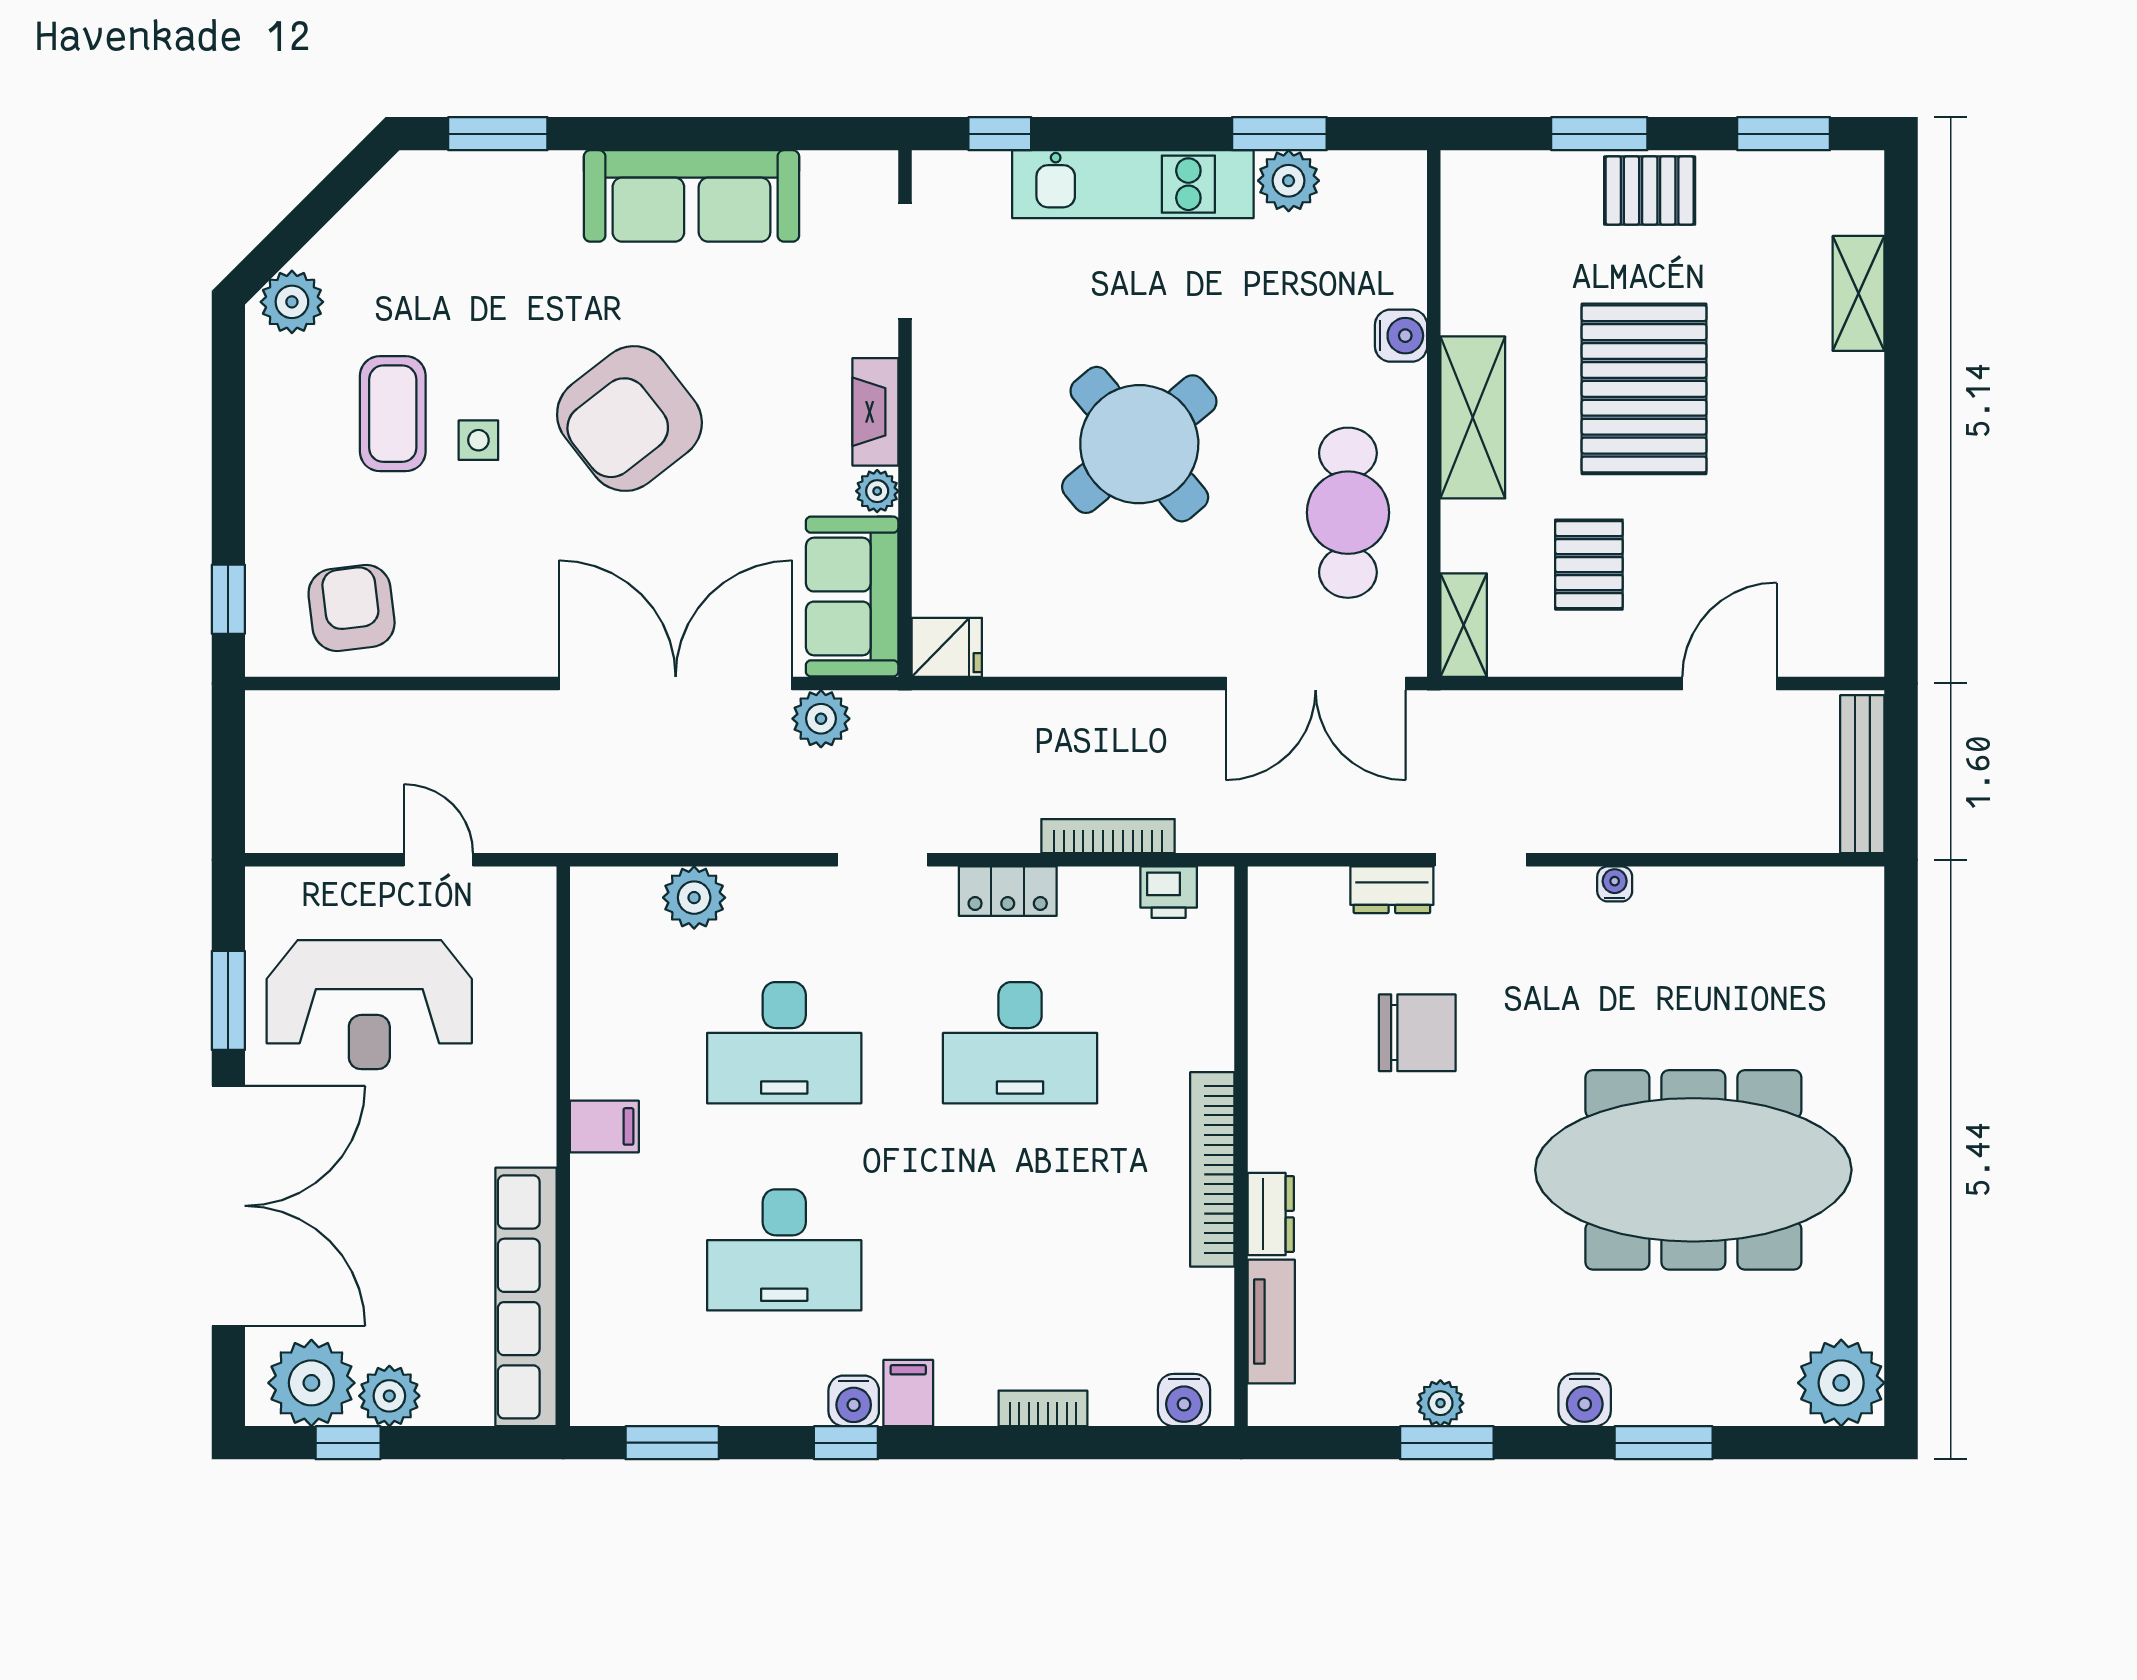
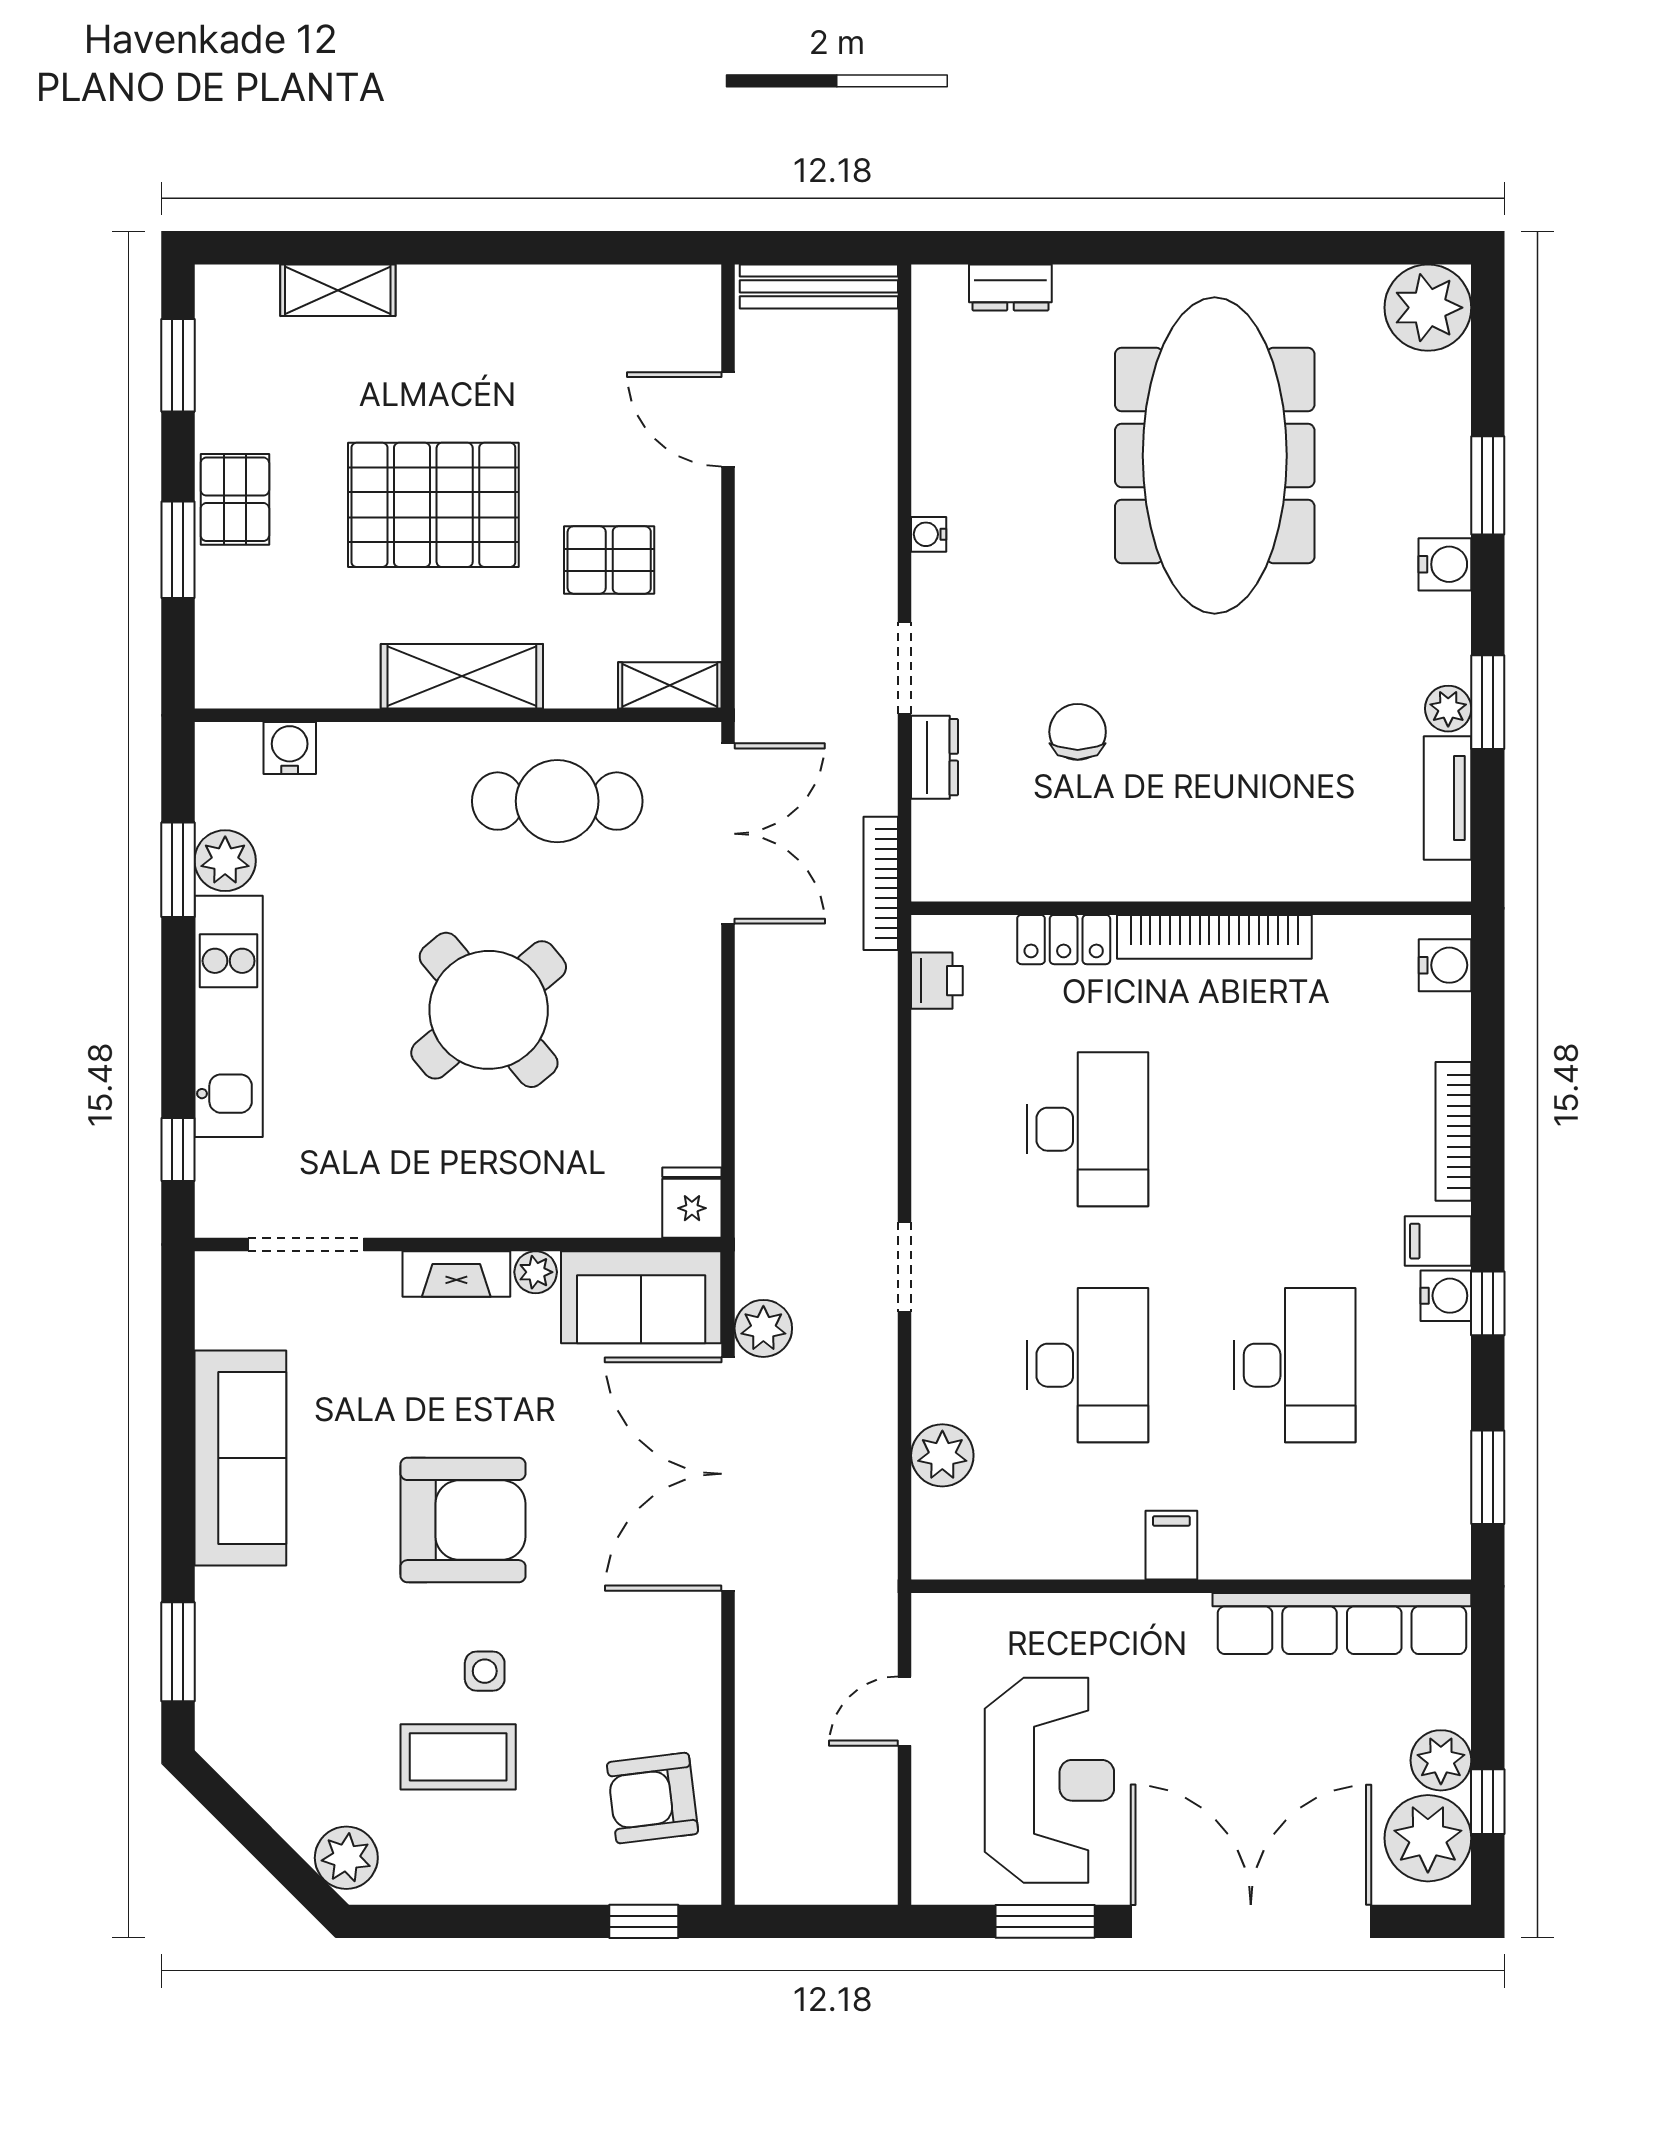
water cooler: (1401, 336) -> (290, 748), moved
armchair: (629, 419) -> (463, 1520), turned -52
bookcase: (1108, 836) -> (881, 883), moved
locker: (1008, 891) -> (1064, 940), moved, turned 90
chair: (1417, 1033) -> (1078, 732), width x0.73, depth x0.73
dresser: (1271, 1214) -> (1010, 287), moved, turned 180
tv unit: (1271, 1322) -> (1448, 798), moved, turned -90
bookcase: (1043, 1408) -> (1453, 1131), width x1.56

